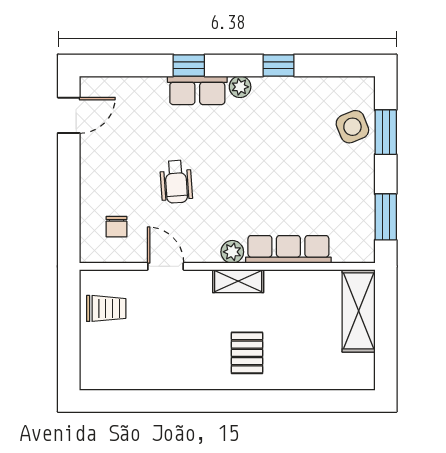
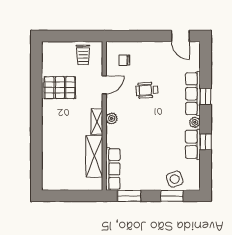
row of seats: (197, 90) -> (193, 94), width x1.48
row of seats: (283, 91) -> (193, 144), added
row of seats: (288, 249) -> (113, 169), moved
shelving: (359, 311) -> (94, 156), moved, turned 90
pallet: (247, 353) -> (60, 88), moved, width x1.50, depth x1.42

